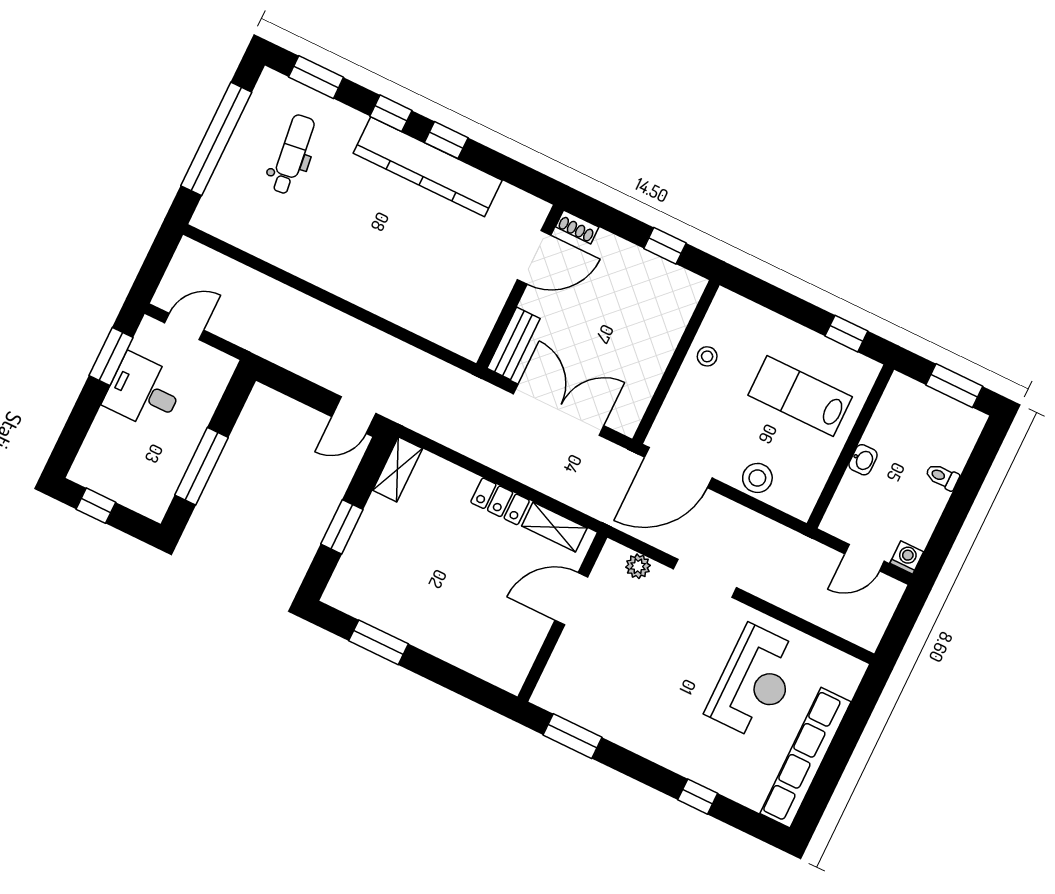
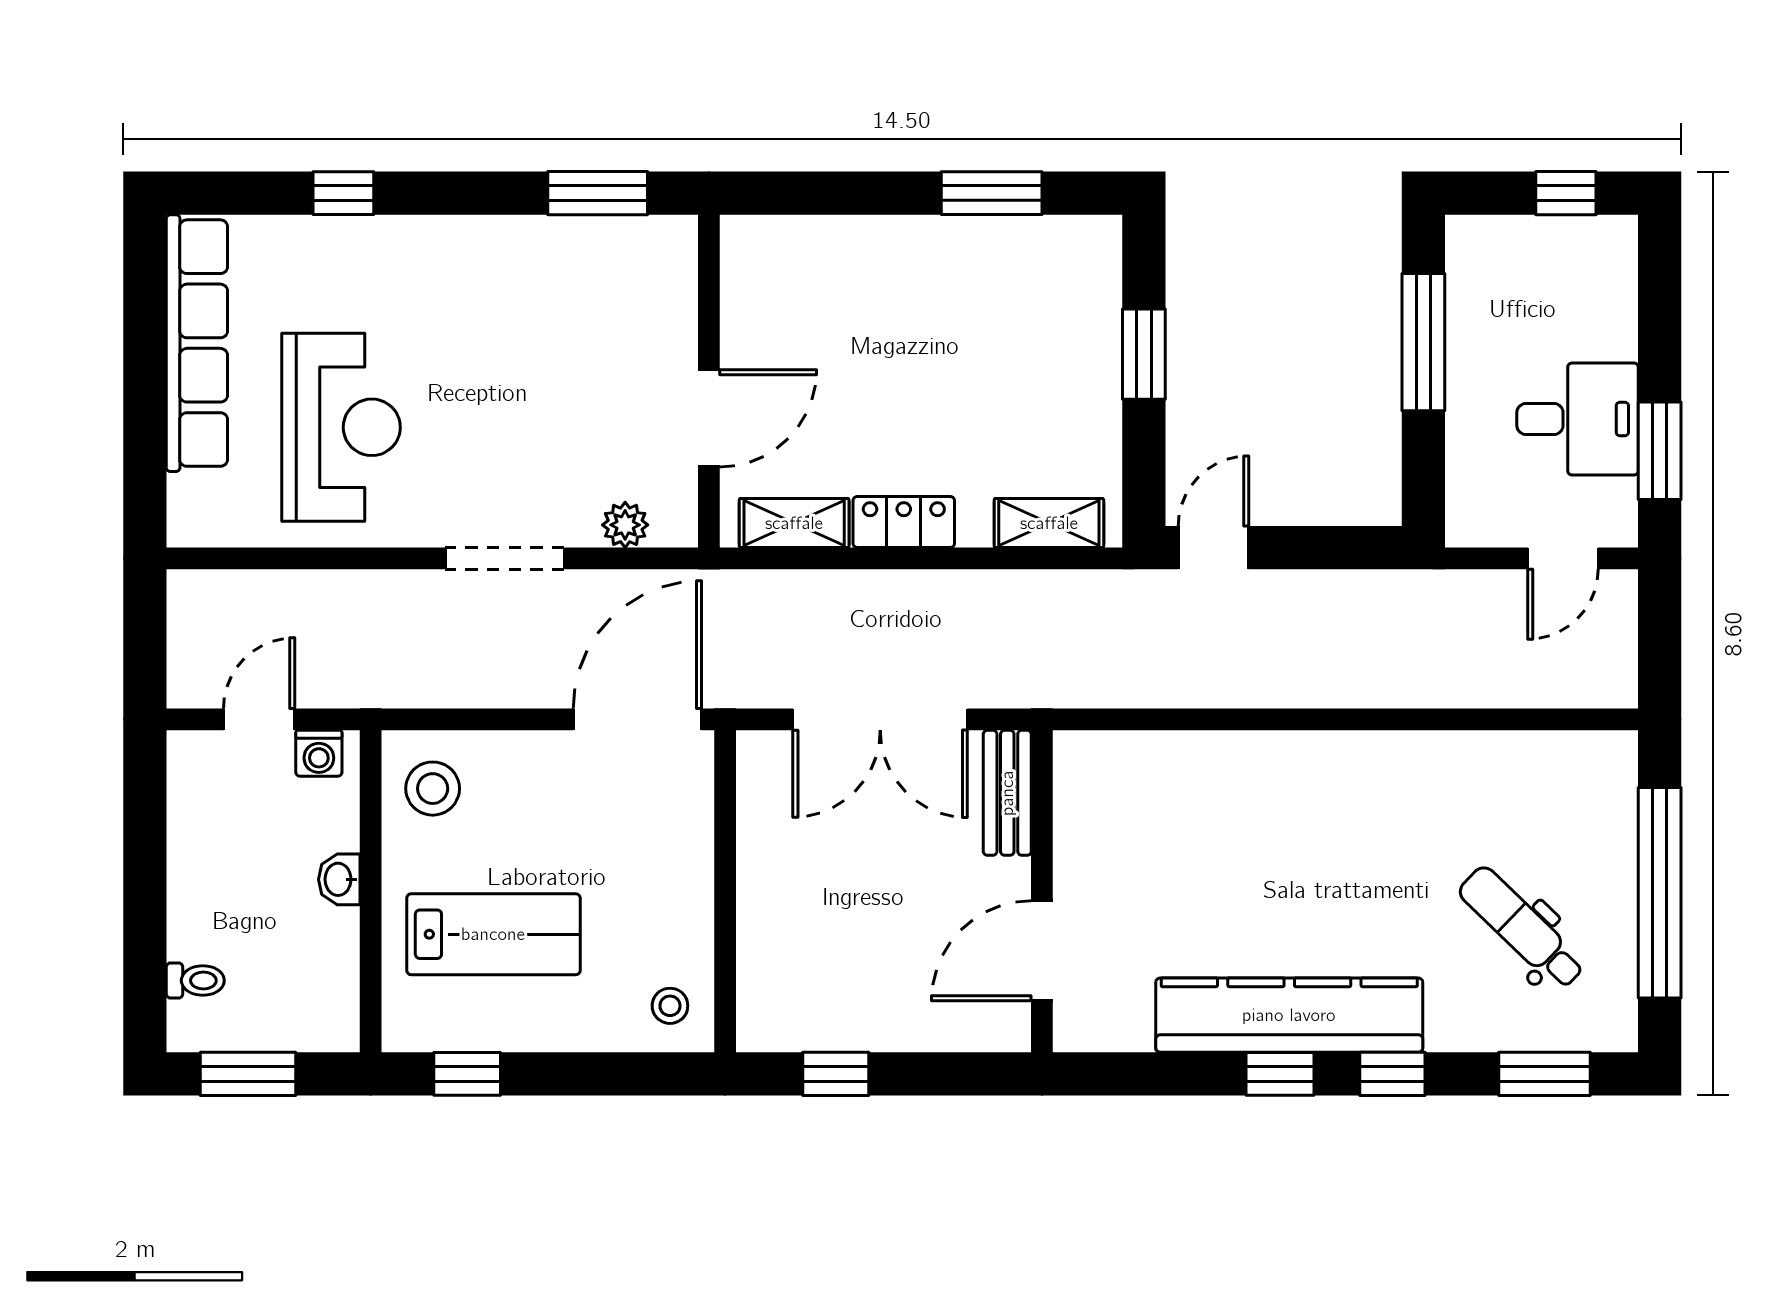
dental chair: (292, 154) -> (1522, 928), turned 141
shoe rack: (577, 227) -> (995, 1035), removed
stool: (707, 356) -> (670, 1006), moved
shelving: (398, 469) -> (1049, 523), moved, turned 90
toilet: (942, 477) -> (195, 981), moved
stool: (757, 478) -> (433, 789), moved
washing machine: (907, 557) -> (319, 753), moved
reception desk: (755, 682) -> (341, 427), turned 180

